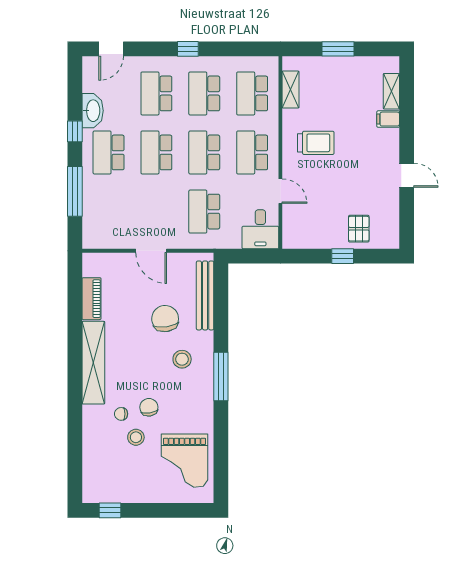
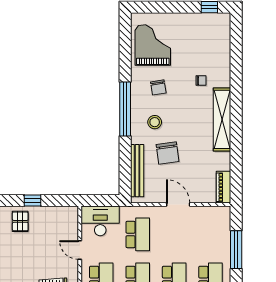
desk: (260, 229) -> (100, 221), width x1.37
piano: (91, 299) -> (223, 187), moved
window: (221, 376) -> (125, 109), width x1.46
chair: (149, 407) -> (158, 87), moved
stool: (136, 437) -> (190, 63), removed

